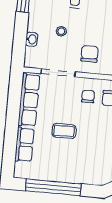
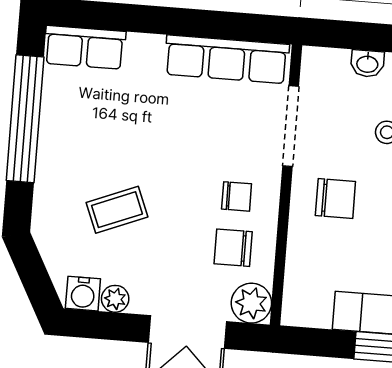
coffee table: (64, 131) -> (117, 210), moved, turned 68
row of seats: (24, 145) -> (85, 47), moved

